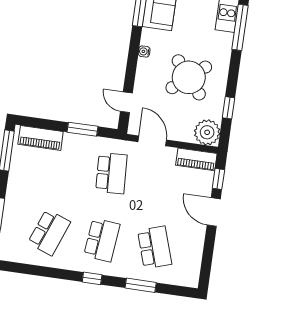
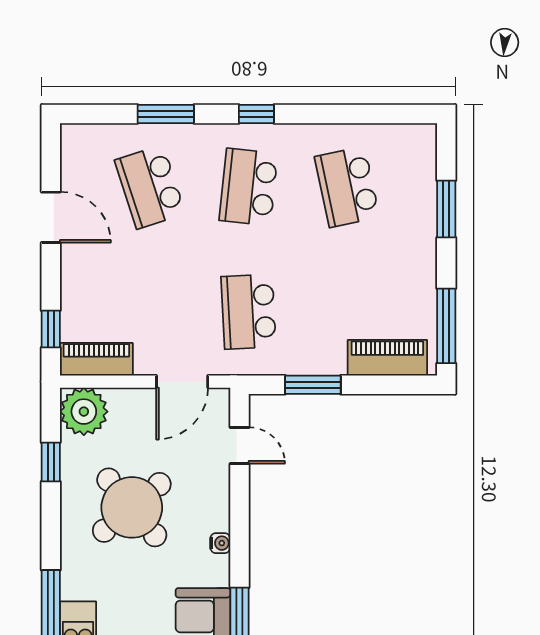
door: (152, 141) -> (182, 382), hinge flipped
door: (214, 212) -> (51, 217), moved
school desk: (49, 232) -> (347, 187), turned -33

